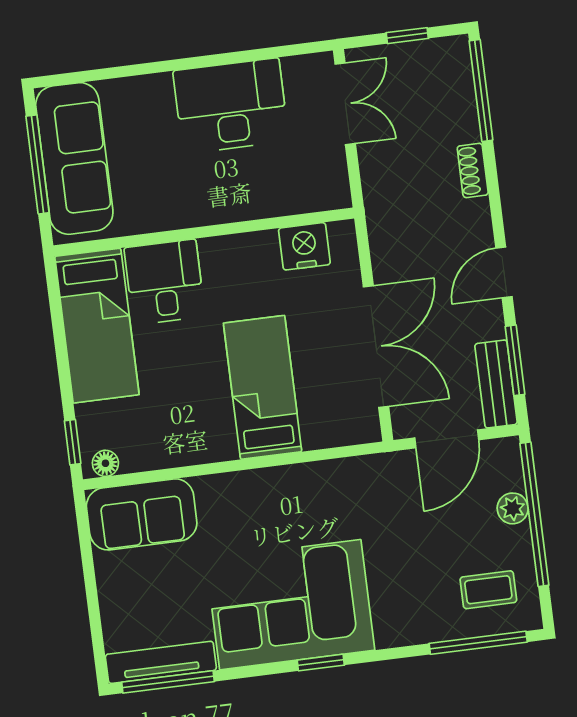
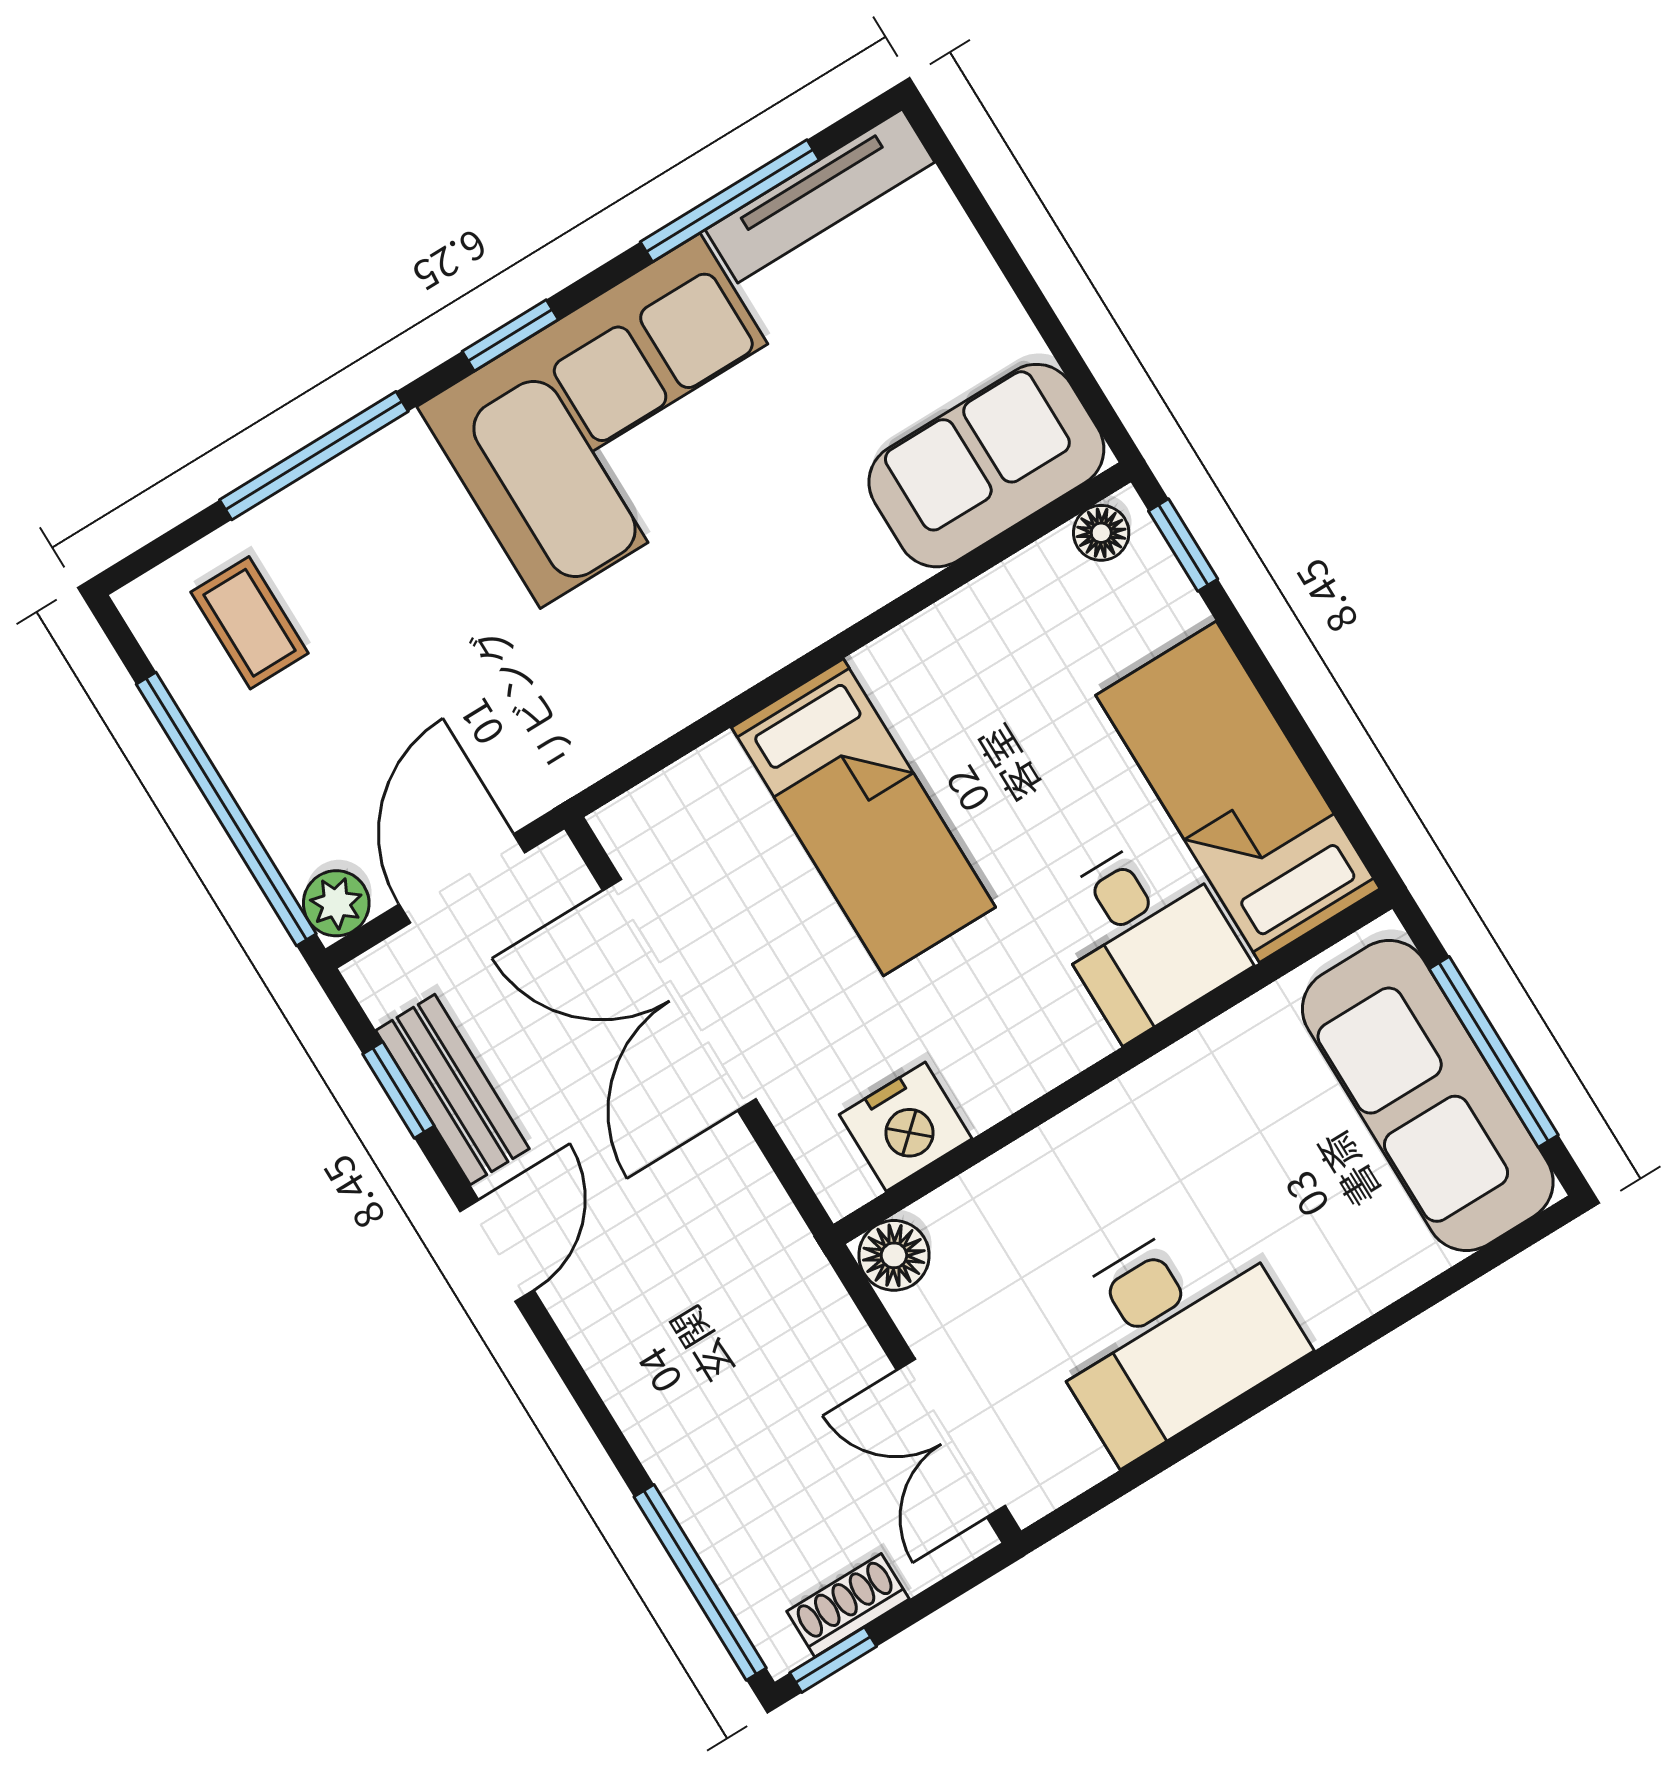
window: (407, 36) -> (833, 1660), moved
shoe rack: (473, 170) -> (848, 1605), moved, turned -90
floor lamp: (334, 193) -> (894, 1255), added
window: (515, 360) -> (398, 1090), width x0.67
bench: (496, 384) -> (453, 1090), moved
plant: (513, 508) -> (336, 903), moved
coffee table: (488, 590) -> (250, 623), turned 90
window: (478, 643) -> (314, 456), moved
window: (168, 682) -> (730, 201), moved

